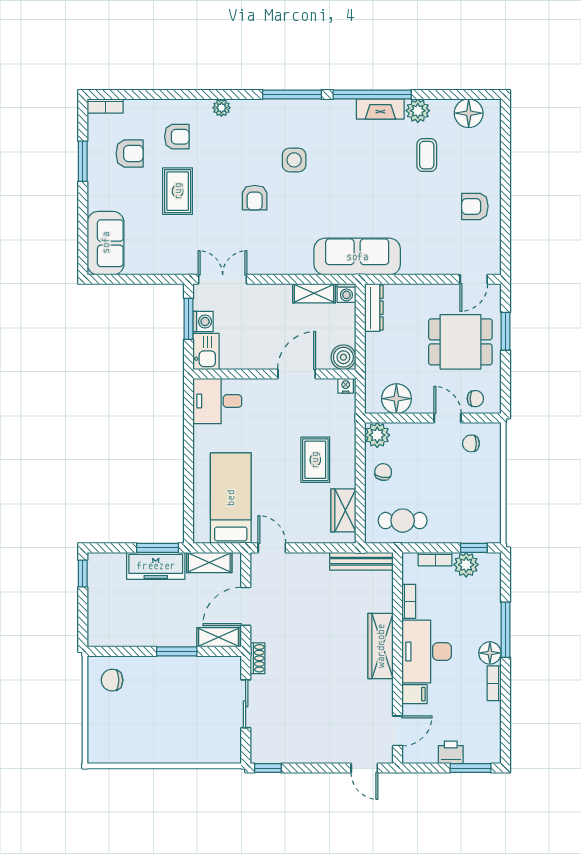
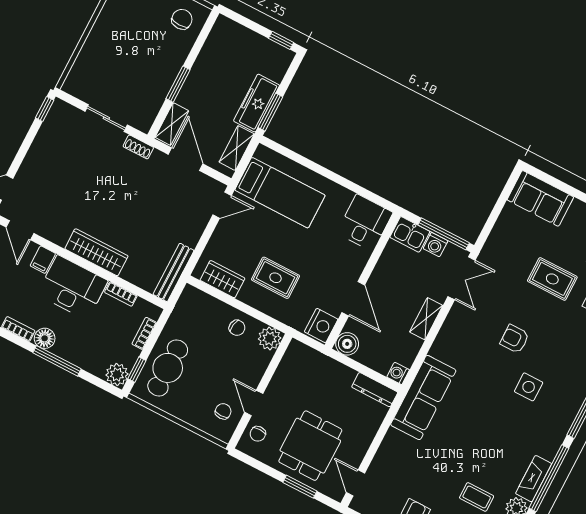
shelving: (314, 293) -> (426, 319), moved
window: (188, 319) -> (444, 234), width x1.44
nightstand: (346, 386) -> (321, 326), width x1.89, depth x1.79
floor lamp: (396, 399) -> (291, 370), removed
door: (448, 418) -> (254, 403), swing flipped
cafe table: (403, 521) -> (168, 368), moved, width x1.37, depth x1.35
plant: (466, 565) -> (117, 375), moved

